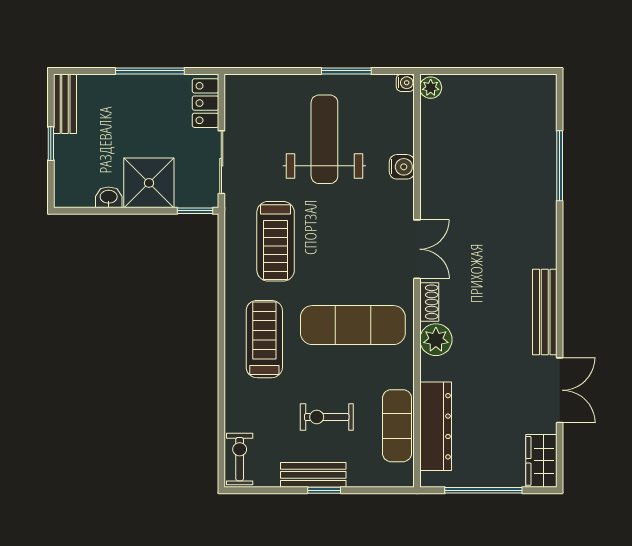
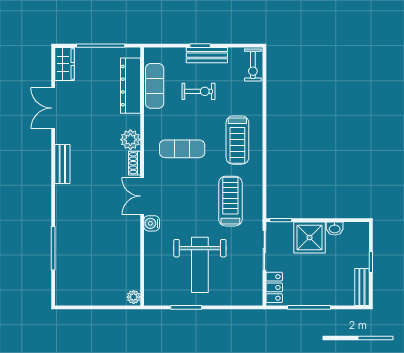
water cooler: (405, 83) -> (149, 300), removed
water cooler: (402, 167) -> (152, 223), moved
bench: (545, 312) -> (62, 164), width x0.73
exercise mat: (353, 325) -> (182, 149), width x0.73, depth x0.69

